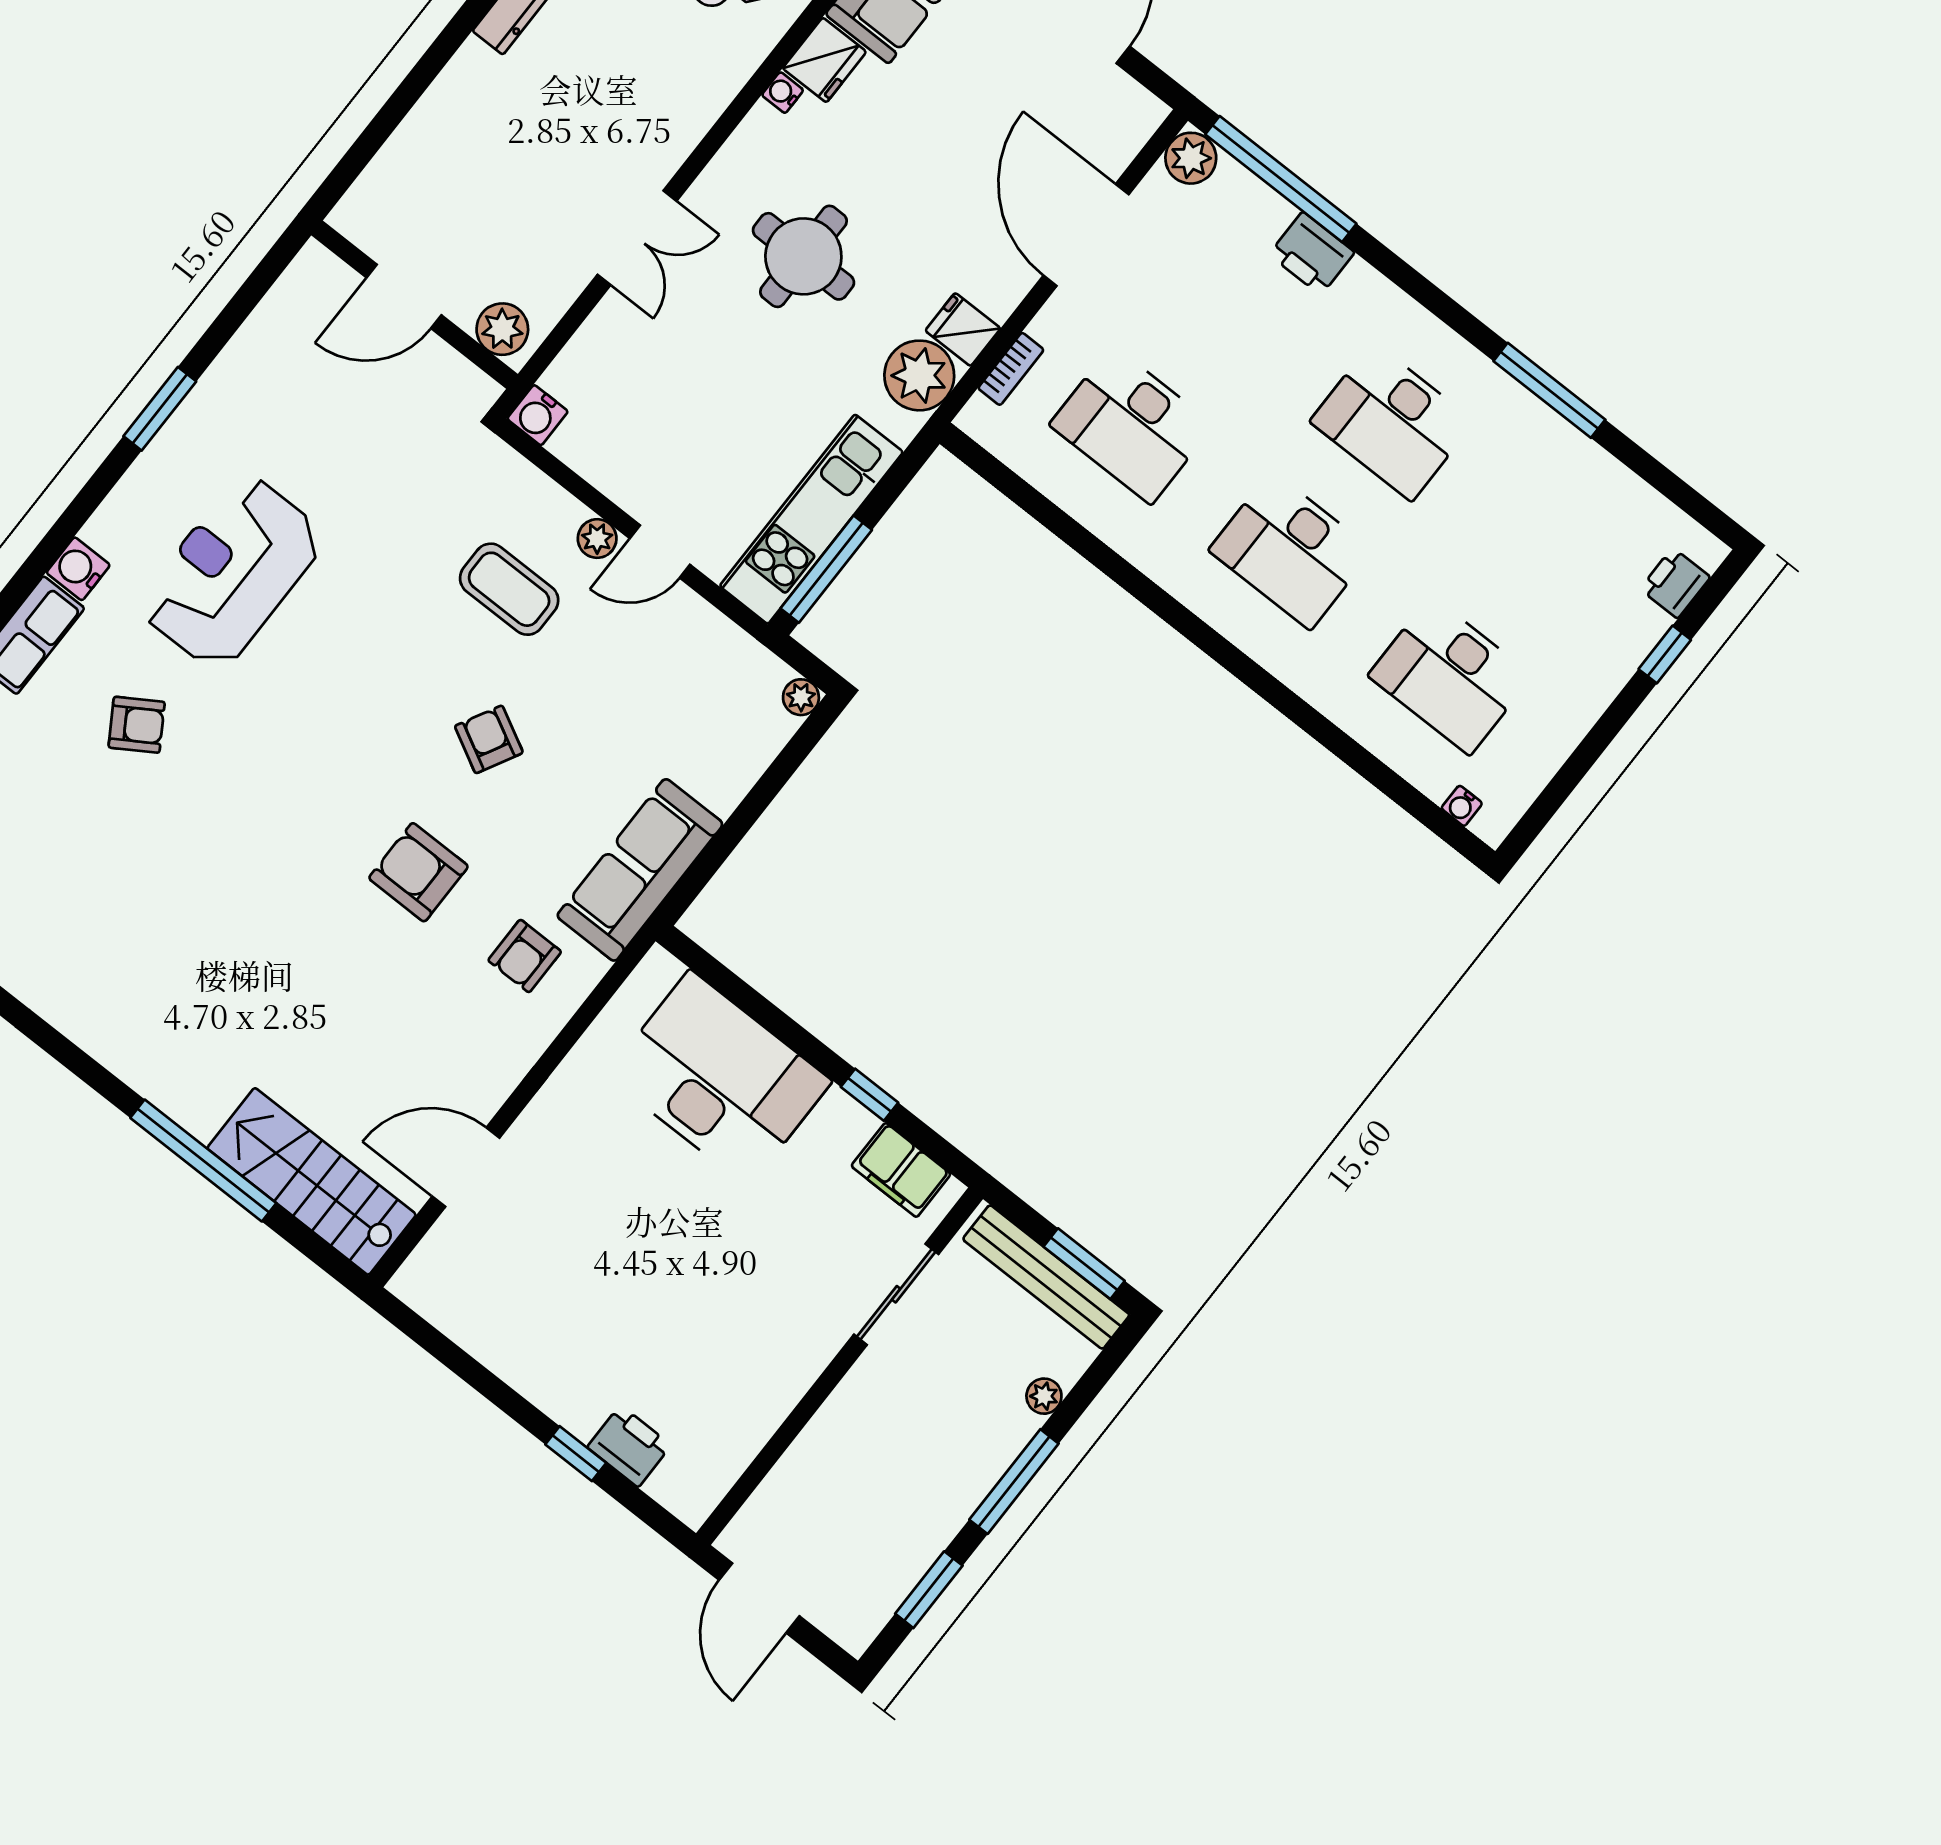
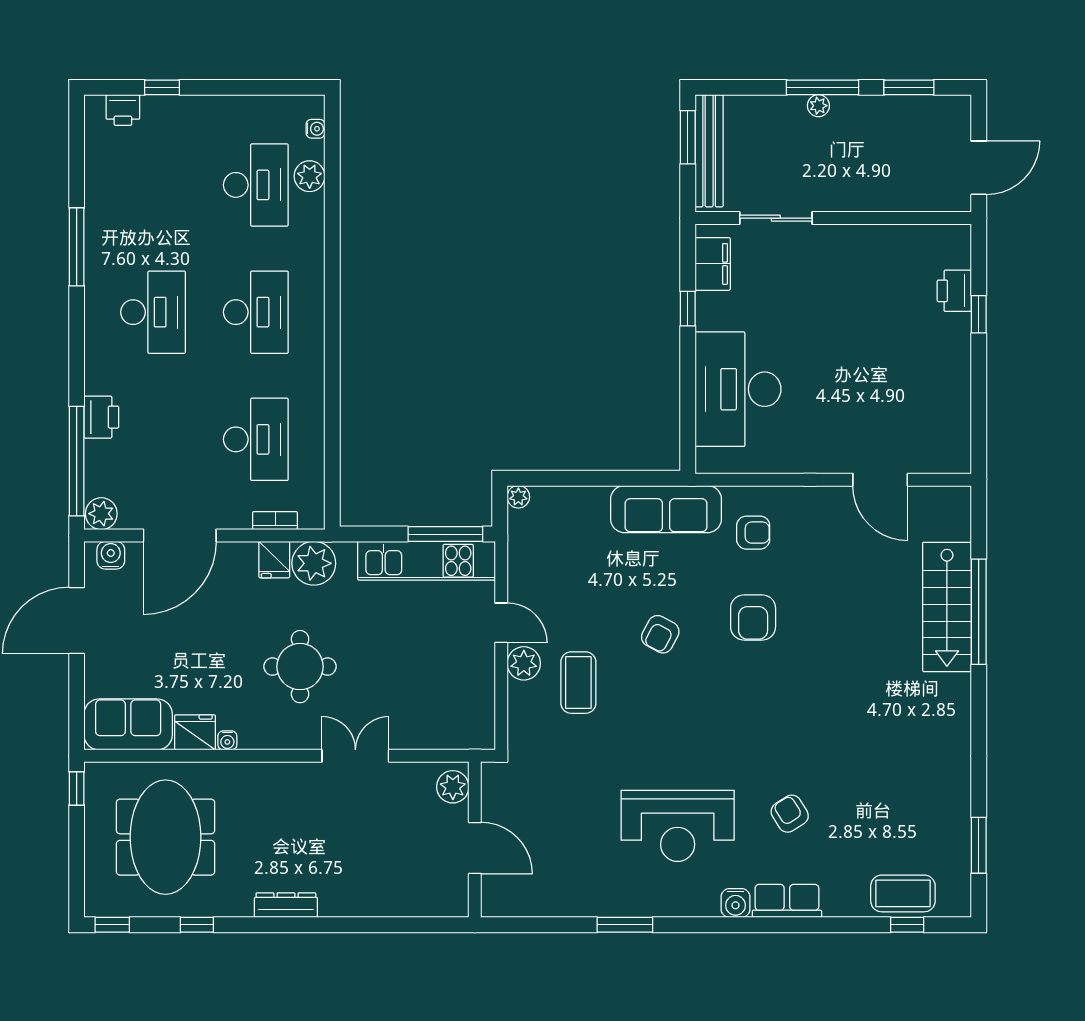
water cooler: (538, 415) -> (111, 555), moved, turned -90
plant: (597, 539) -> (524, 663), width x1.38, depth x1.38
plant: (1408, 752) -> (310, 176), added
stairs: (312, 1181) -> (947, 607), moved
plant: (1044, 1396) -> (818, 106), moved

